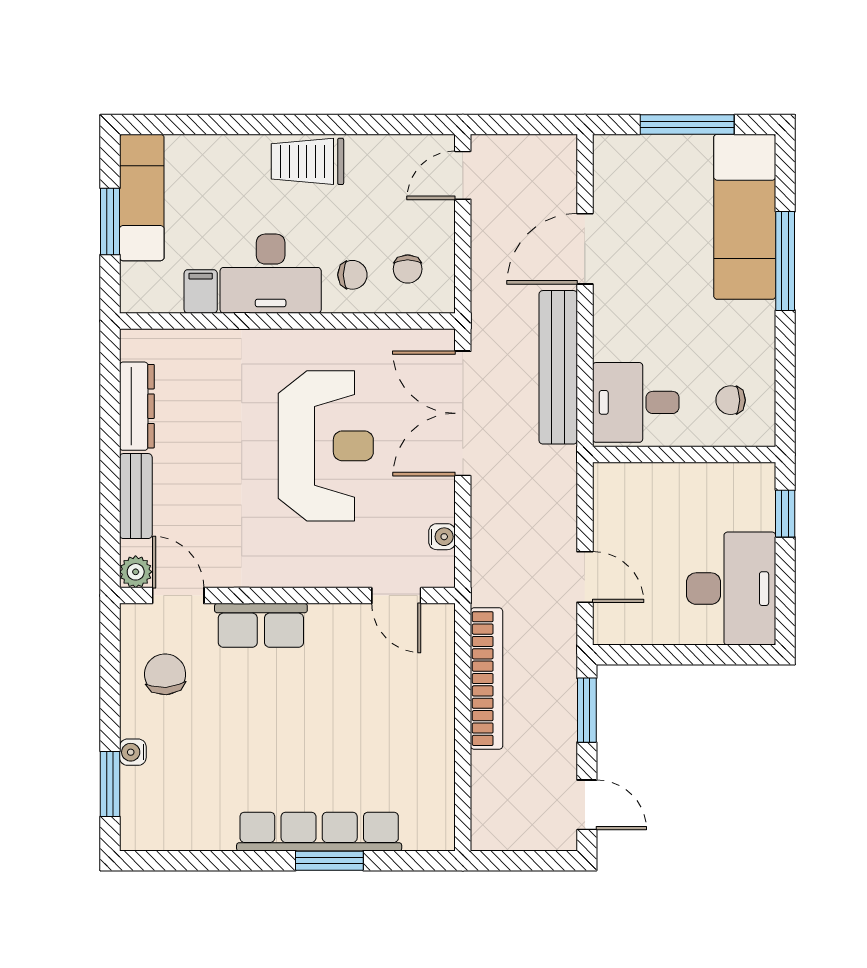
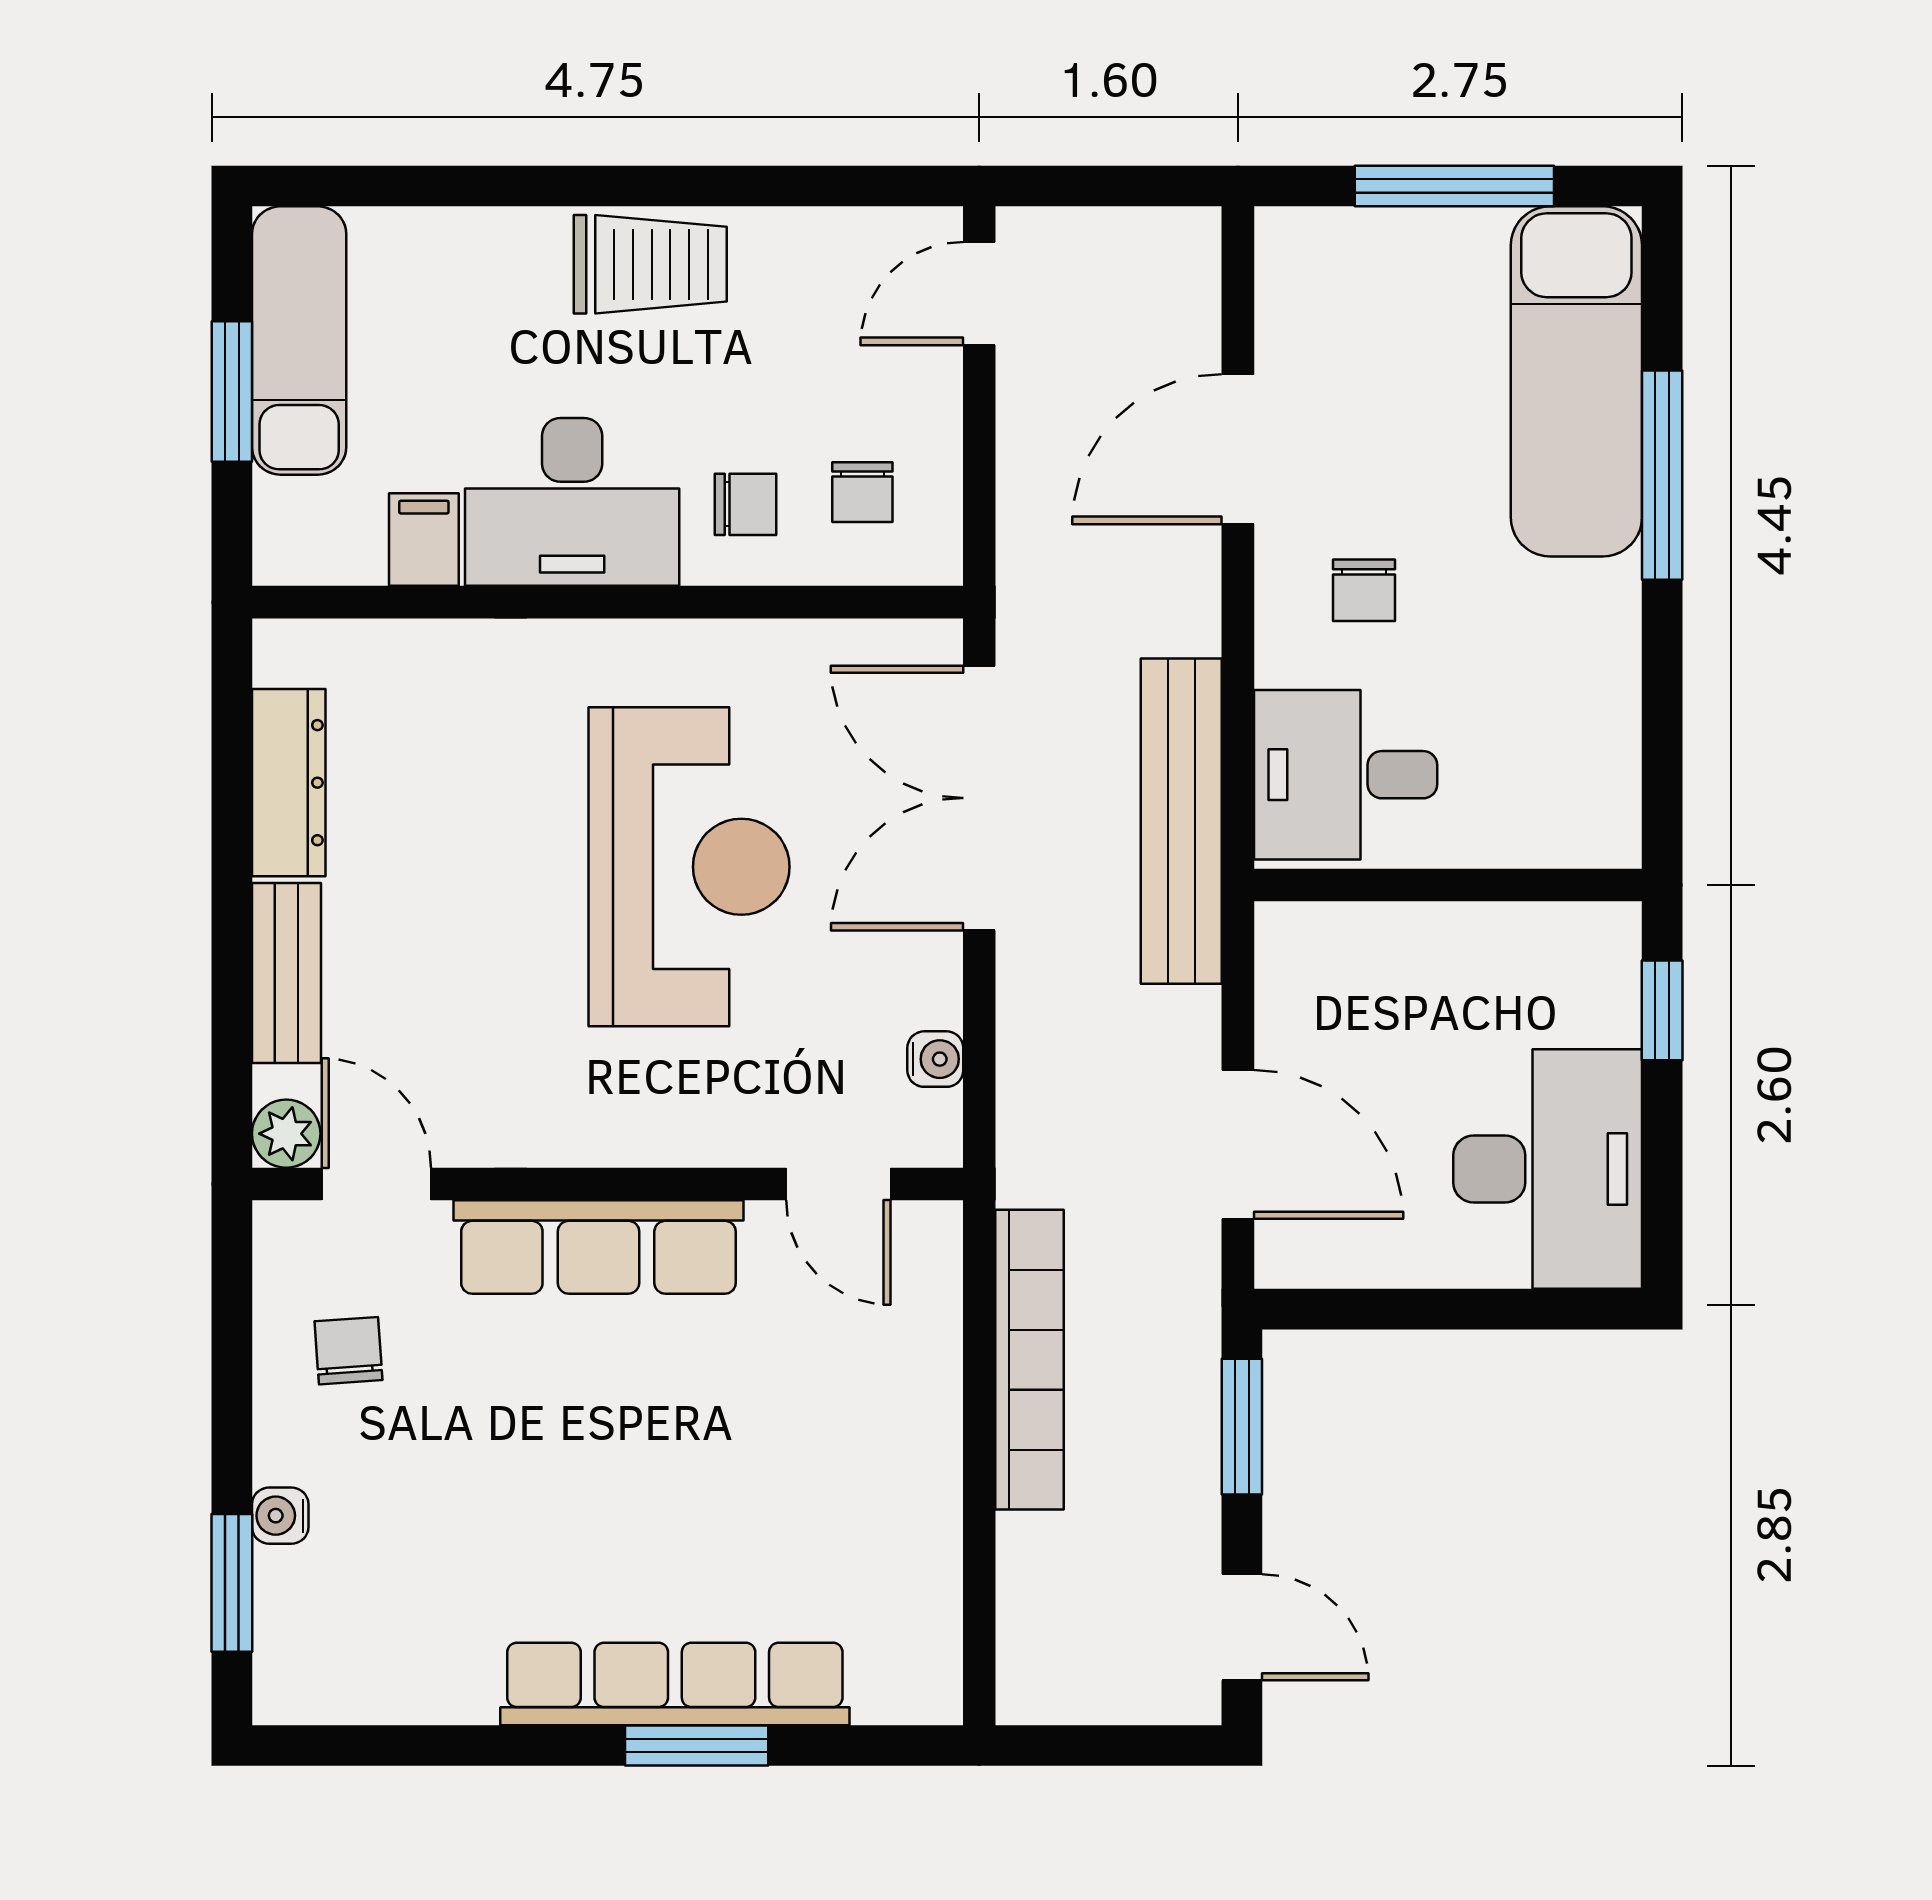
trolley: (307, 161) -> (650, 264), turned 180
bench: (558, 367) -> (1181, 821), moved
chair: (731, 400) -> (1364, 590), moved, turned -90
door: (585, 577) -> (1238, 1144), width x1.38
row of seats: (261, 625) -> (598, 1247), width x1.48
chair: (165, 674) -> (348, 1351), width x0.73, depth x0.73

